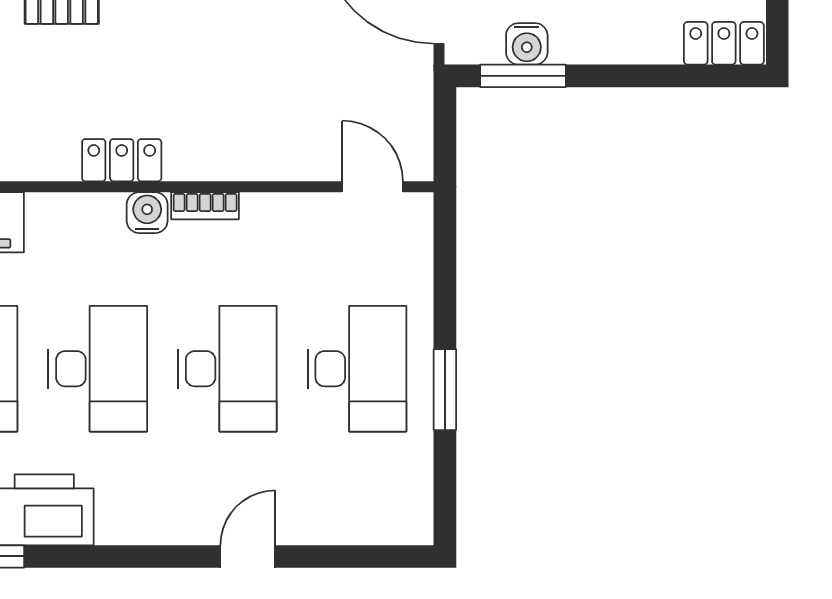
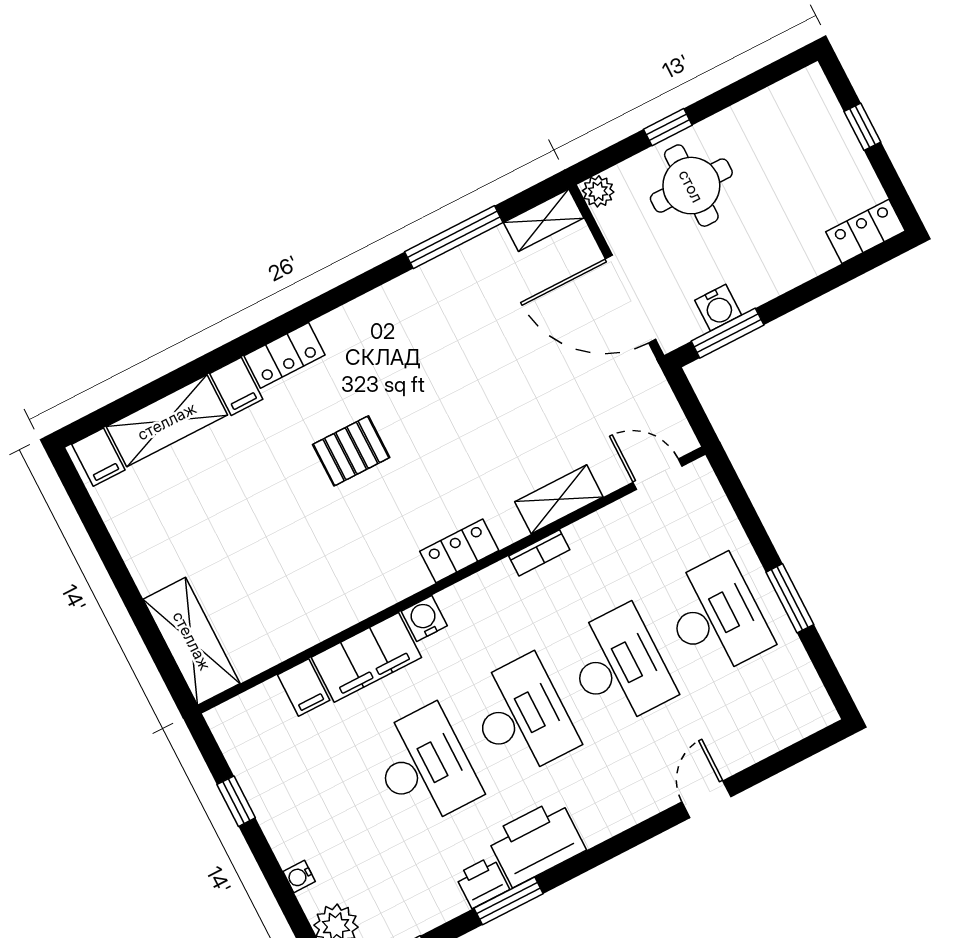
shelving: (255, 160) -> (559, 499), added
water cooler: (147, 213) -> (424, 619), moved

